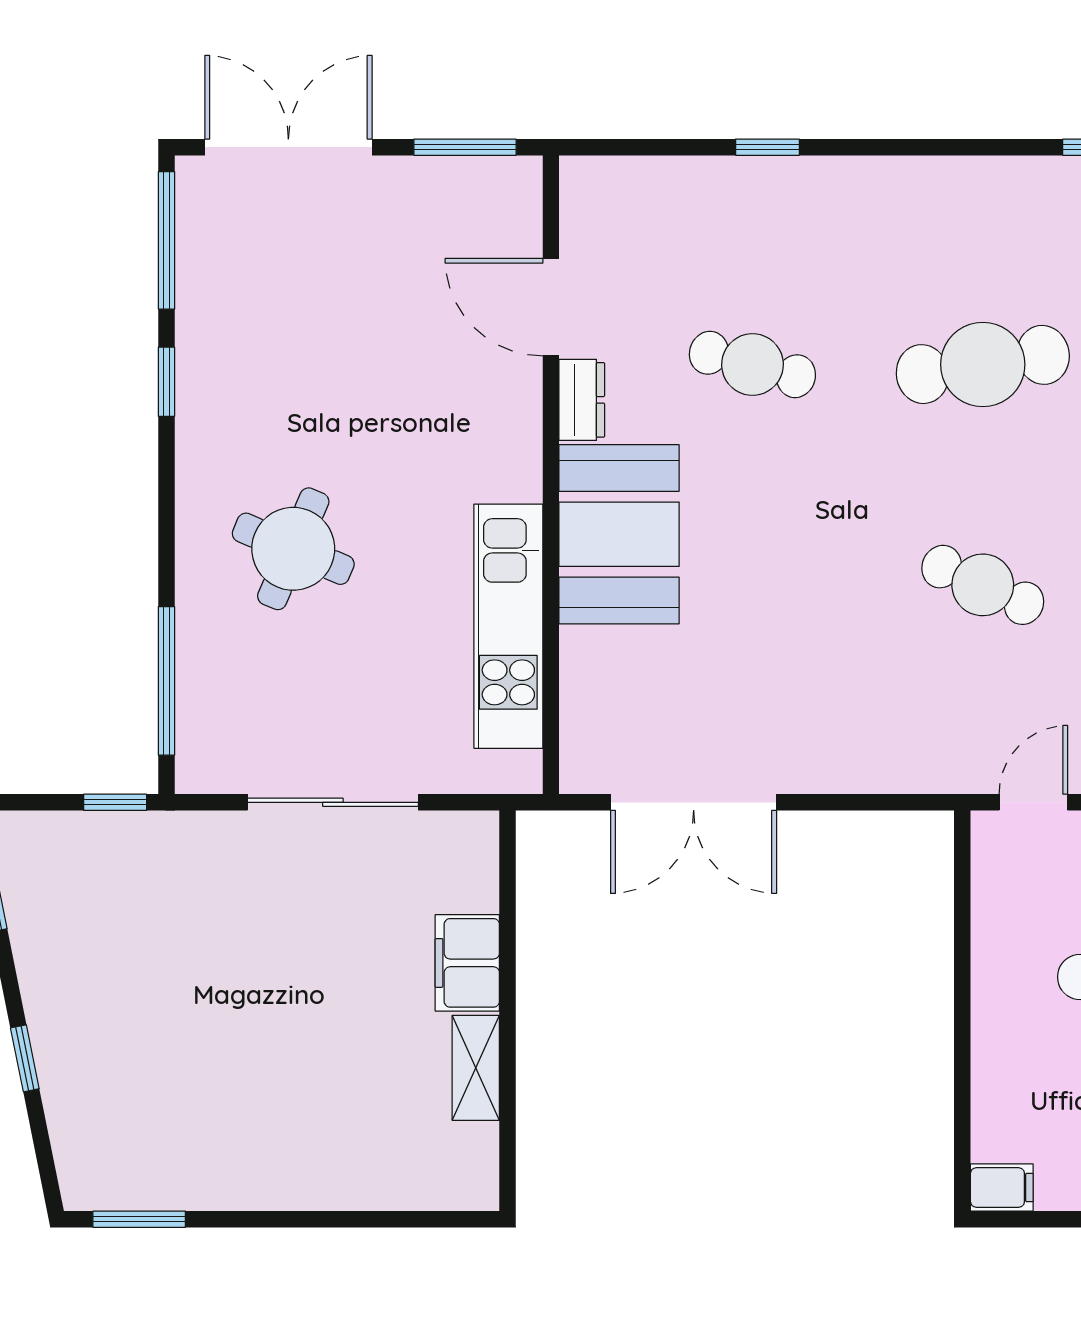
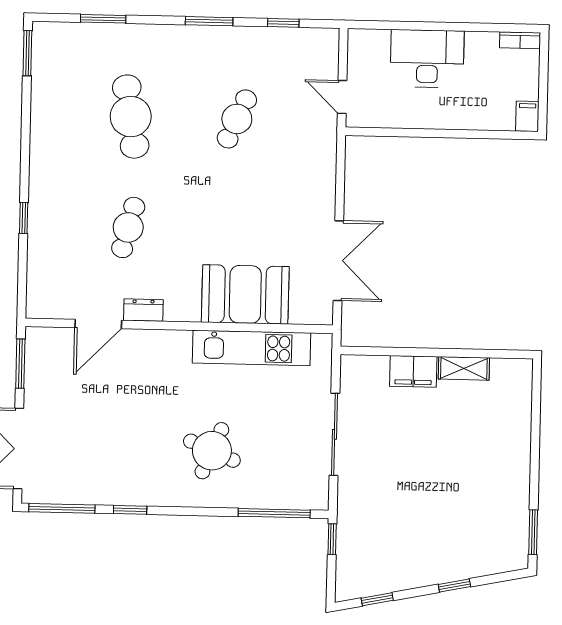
booth: (619, 534) -> (245, 294), moved

